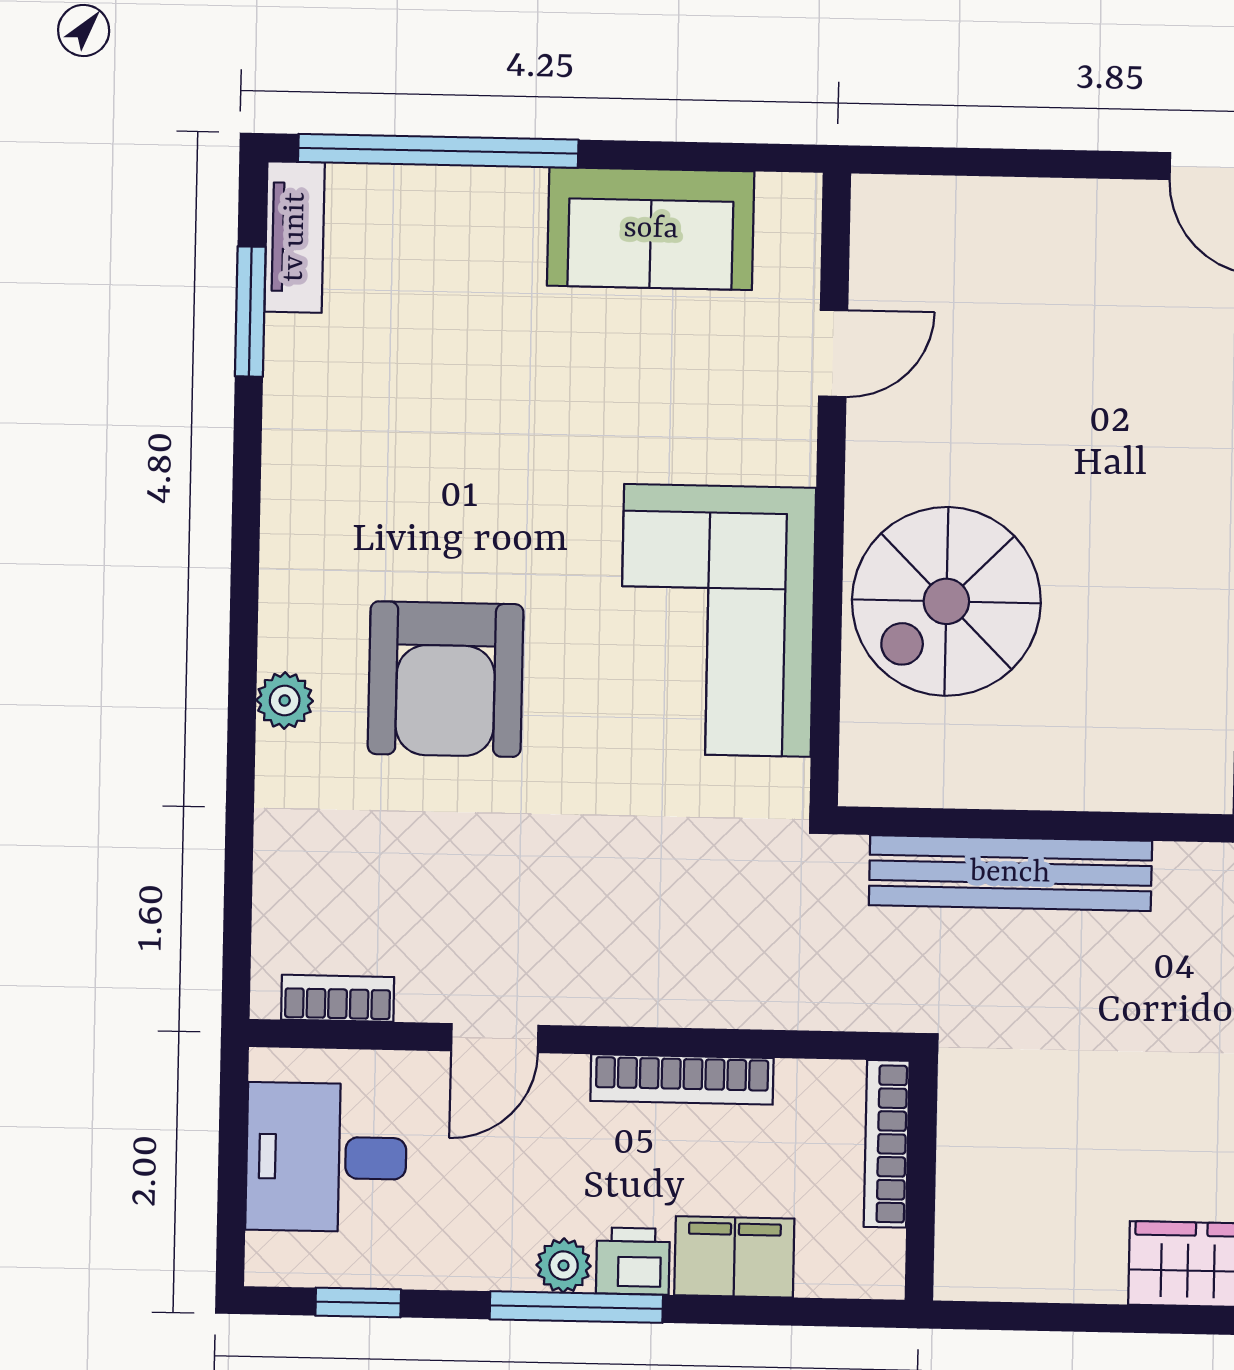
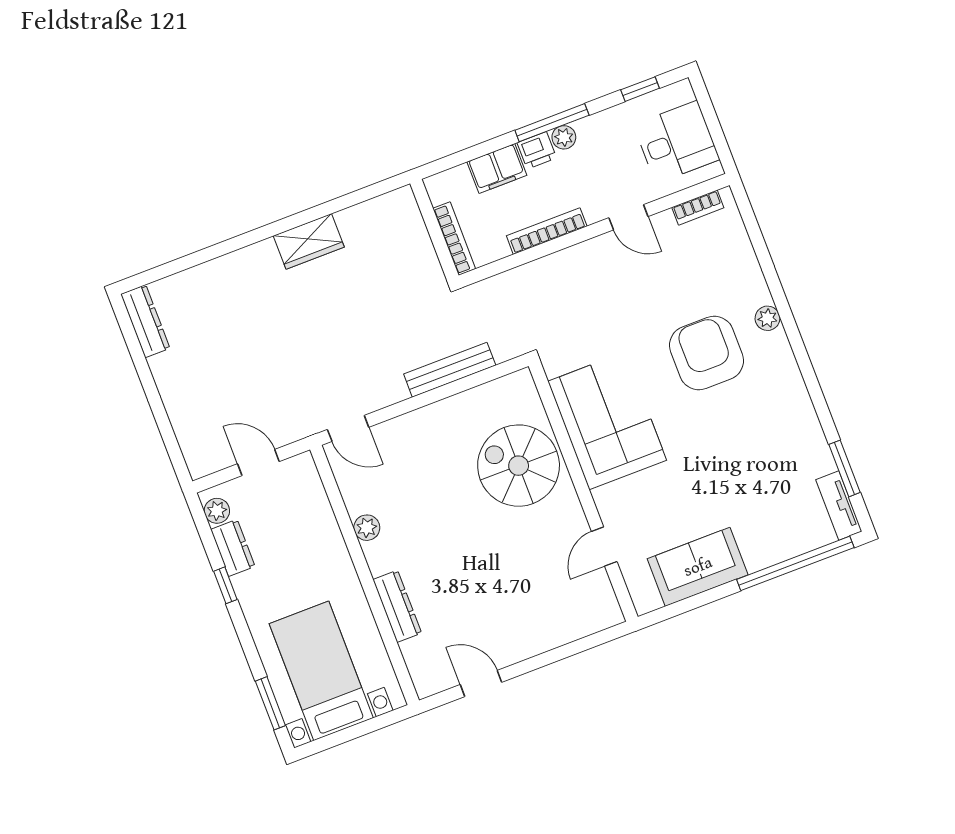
spiral stairs: (946, 601) -> (519, 466), turned -90
bench: (1010, 873) -> (450, 370), width x0.73, depth x0.82
door: (495, 1038) -> (628, 217), swing flipped

